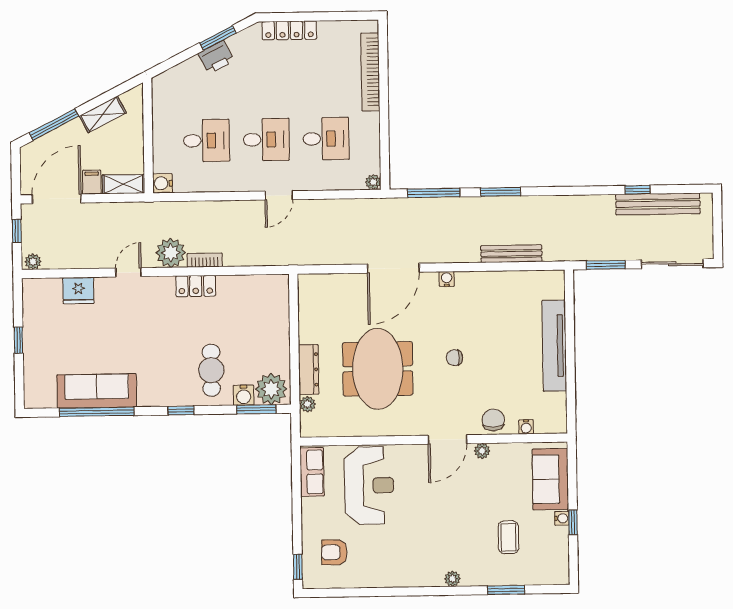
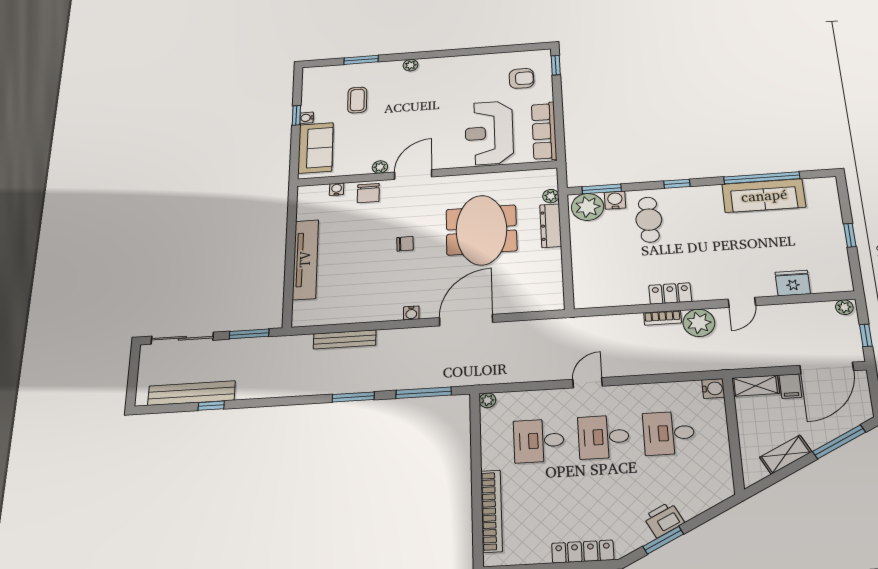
row of seats: (312, 472) -> (544, 131), width x1.48

